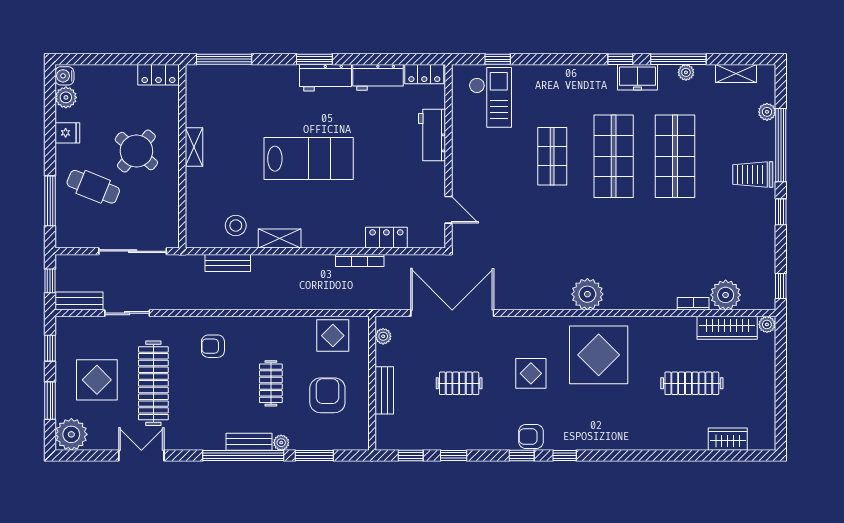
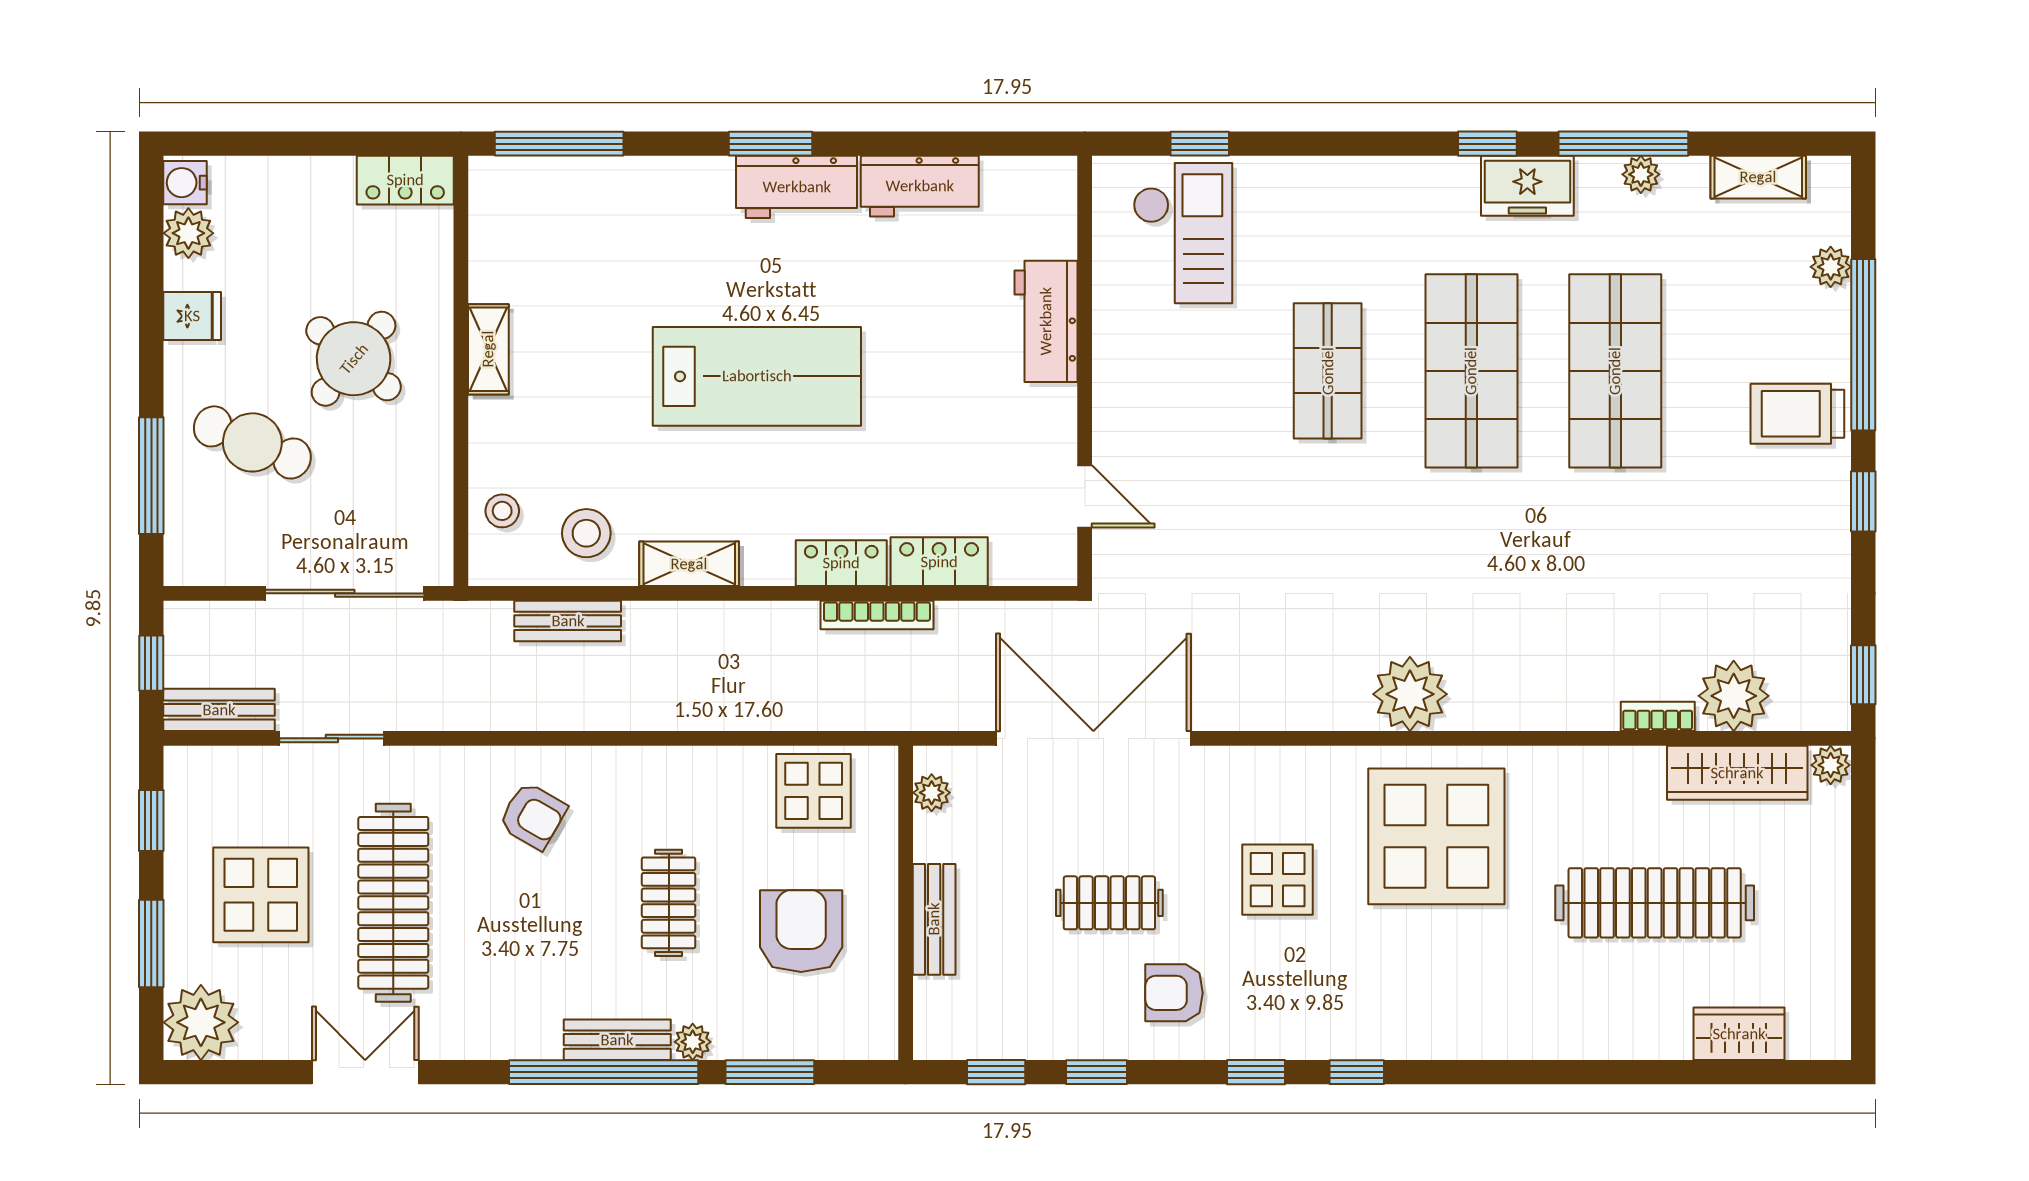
locker: (424, 74) -> (841, 563), moved, turned 180
stool: (200, 216) -> (502, 511), added
armchair: (213, 346) -> (533, 816), turned -150
clothes rail: (692, 383) -> (1655, 903), width x1.37, depth x1.31
armchair: (531, 436) -> (1174, 993), moved

